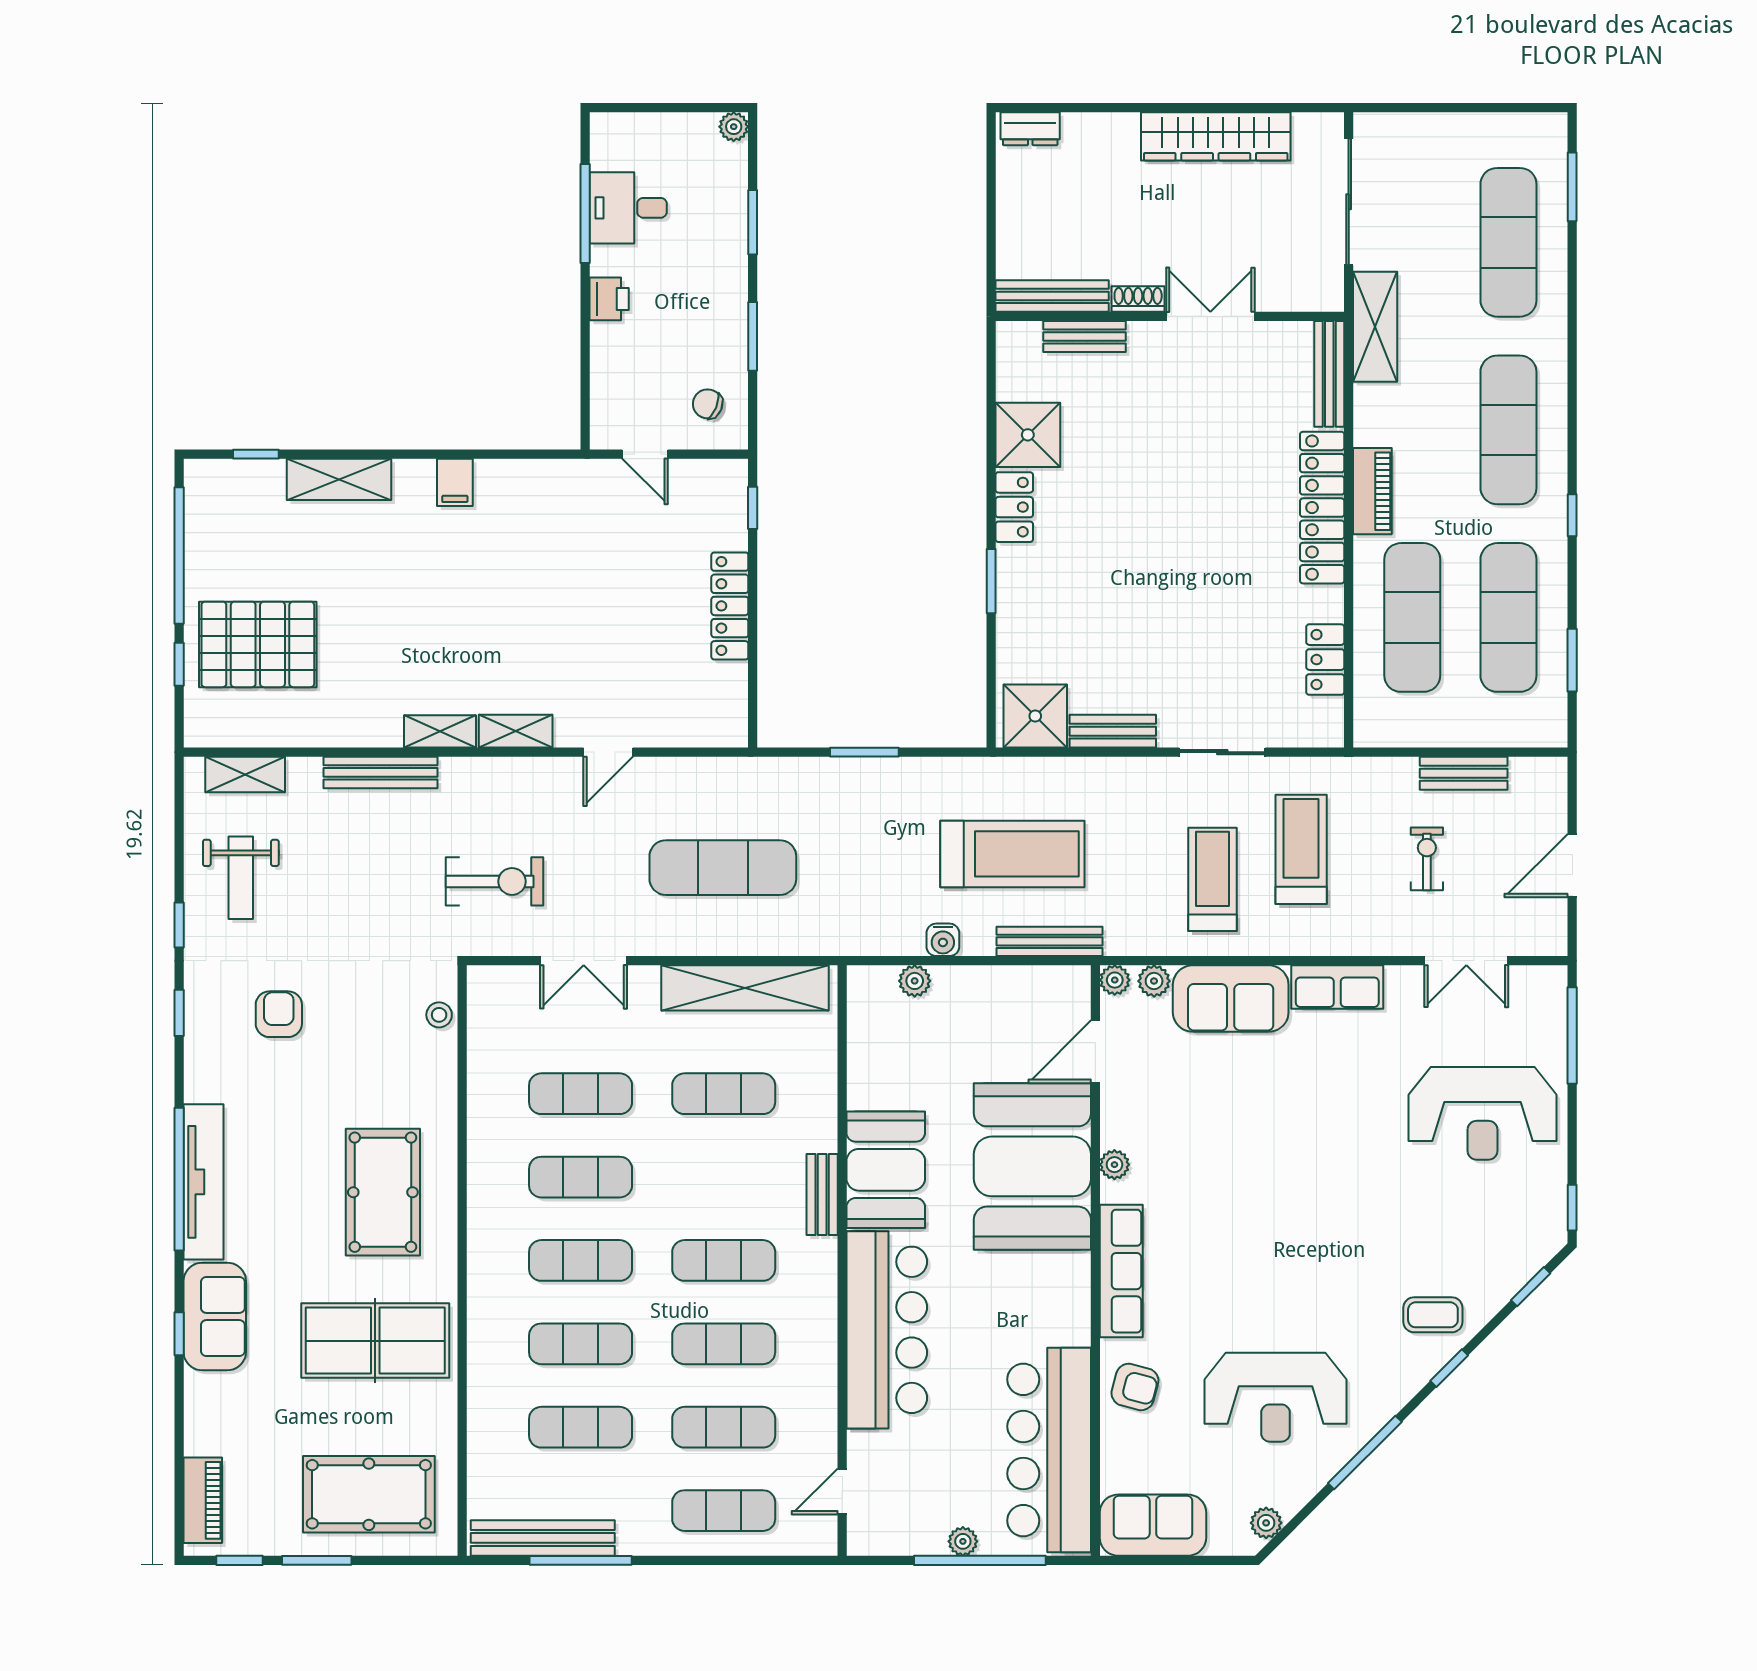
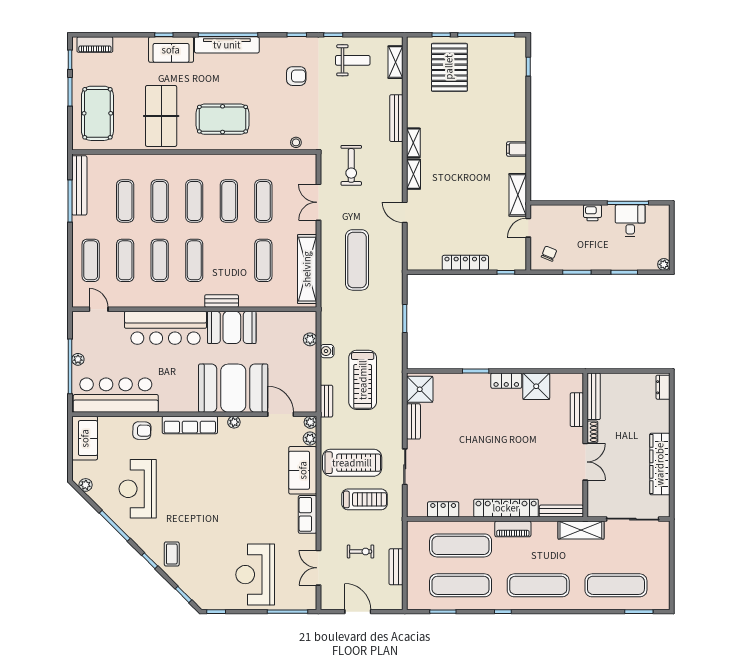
shelving: (339, 479) -> (518, 195), moved
weight bench: (241, 878) -> (353, 60), turned 180
treadmill: (1212, 879) -> (352, 463), width x1.37, depth x1.38
bench: (1050, 941) -> (326, 401), width x0.73
armchair: (1135, 1387) -> (142, 431), turned -104

